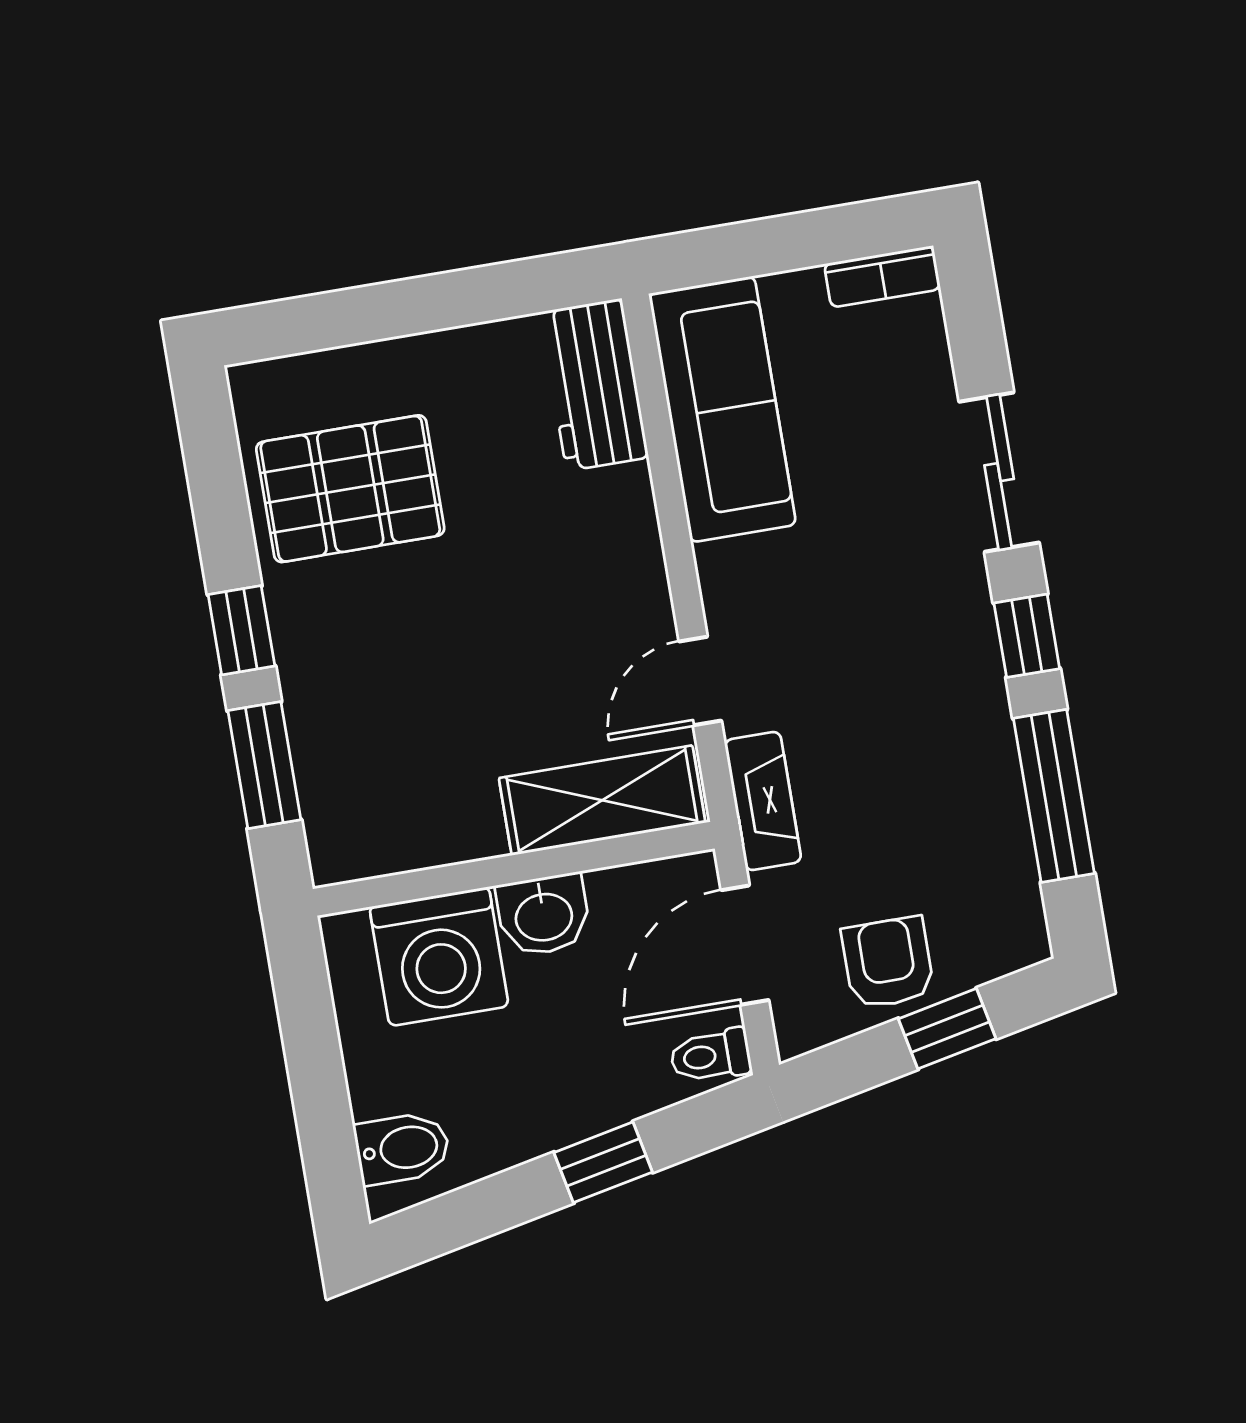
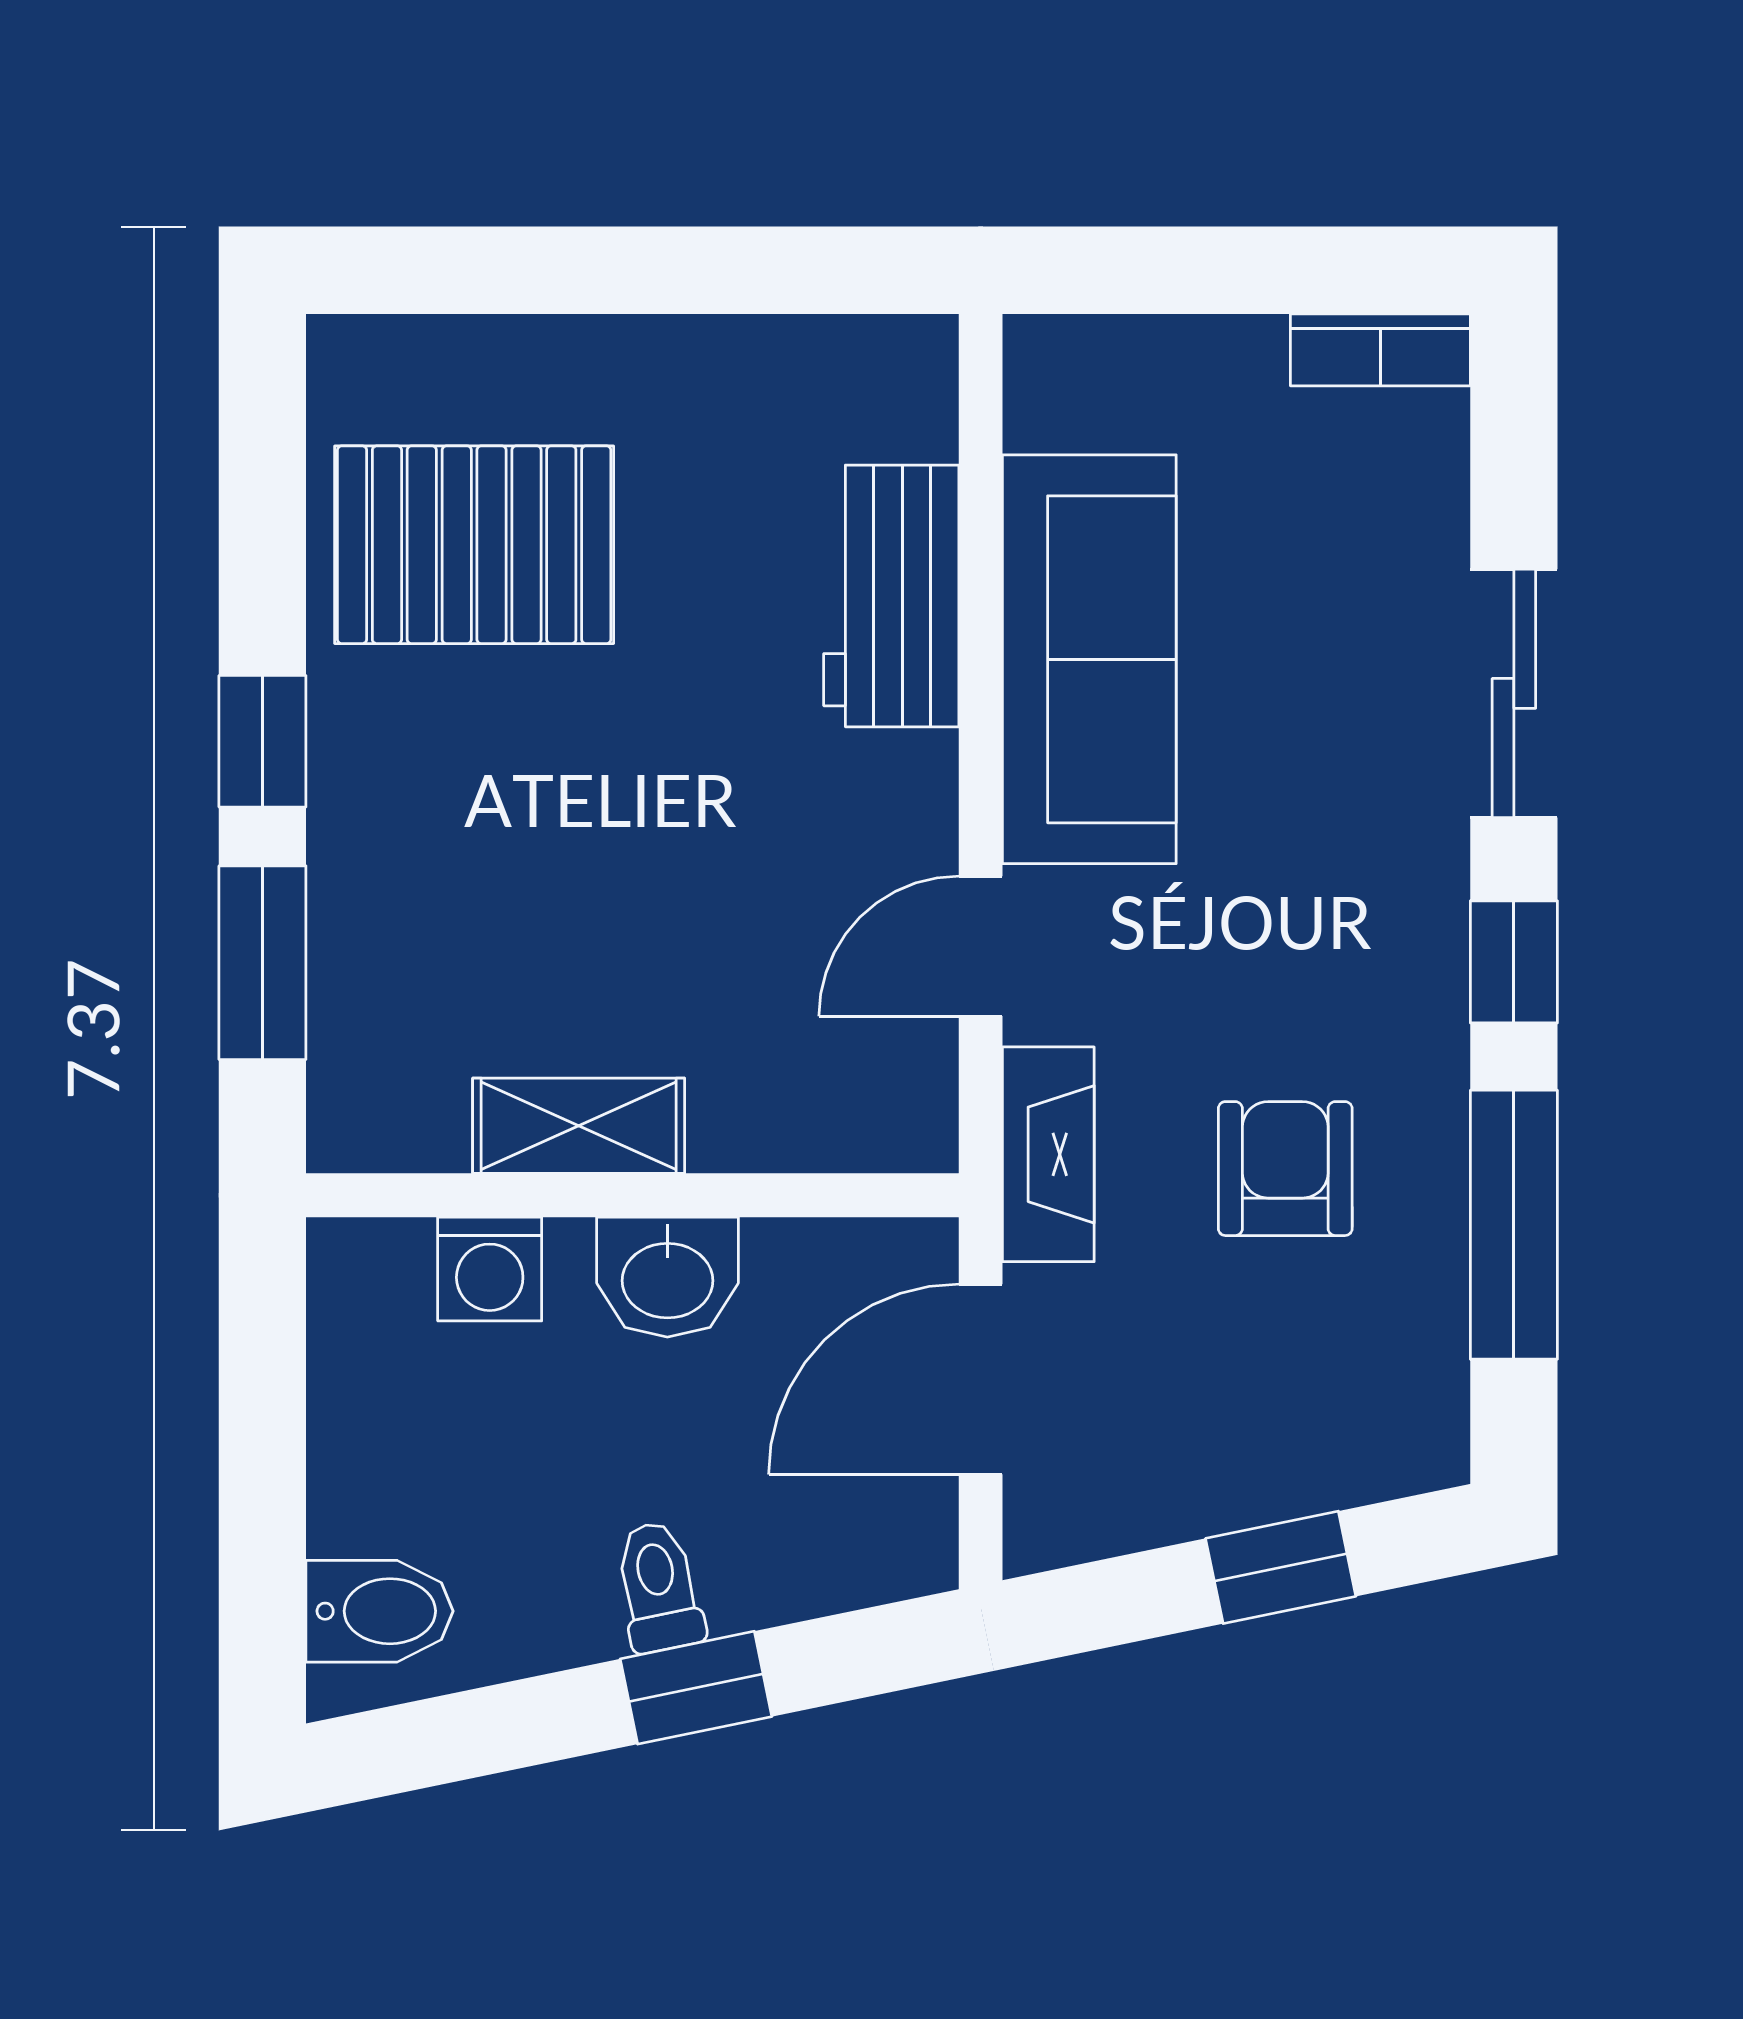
workbench: (594, 385) -> (891, 596), moved
sofa: (722, 409) -> (1089, 659), moved
shelving: (602, 800) -> (579, 1126), moved, width x0.67, depth x0.75
washing machine: (439, 957) -> (490, 1269), width x0.53, depth x0.53
armchair: (888, 963) -> (1285, 1169), moved
toilet: (711, 1056) -> (659, 1587), moved, turned 78

